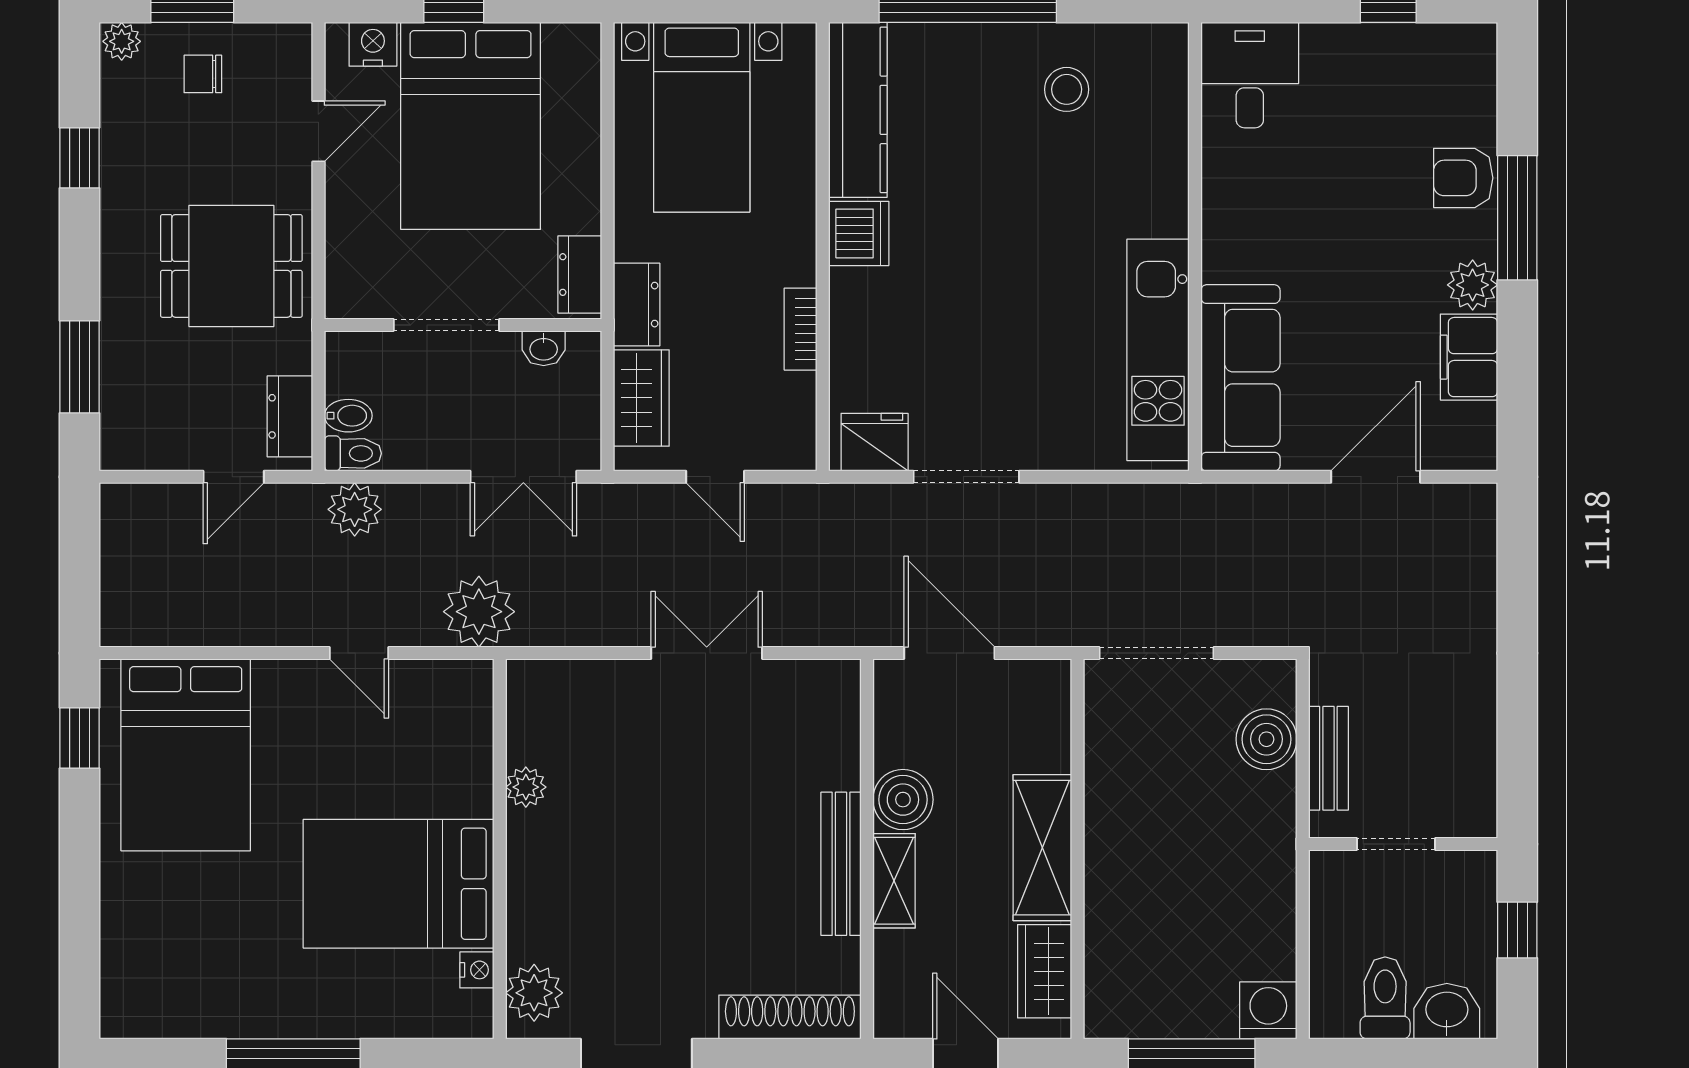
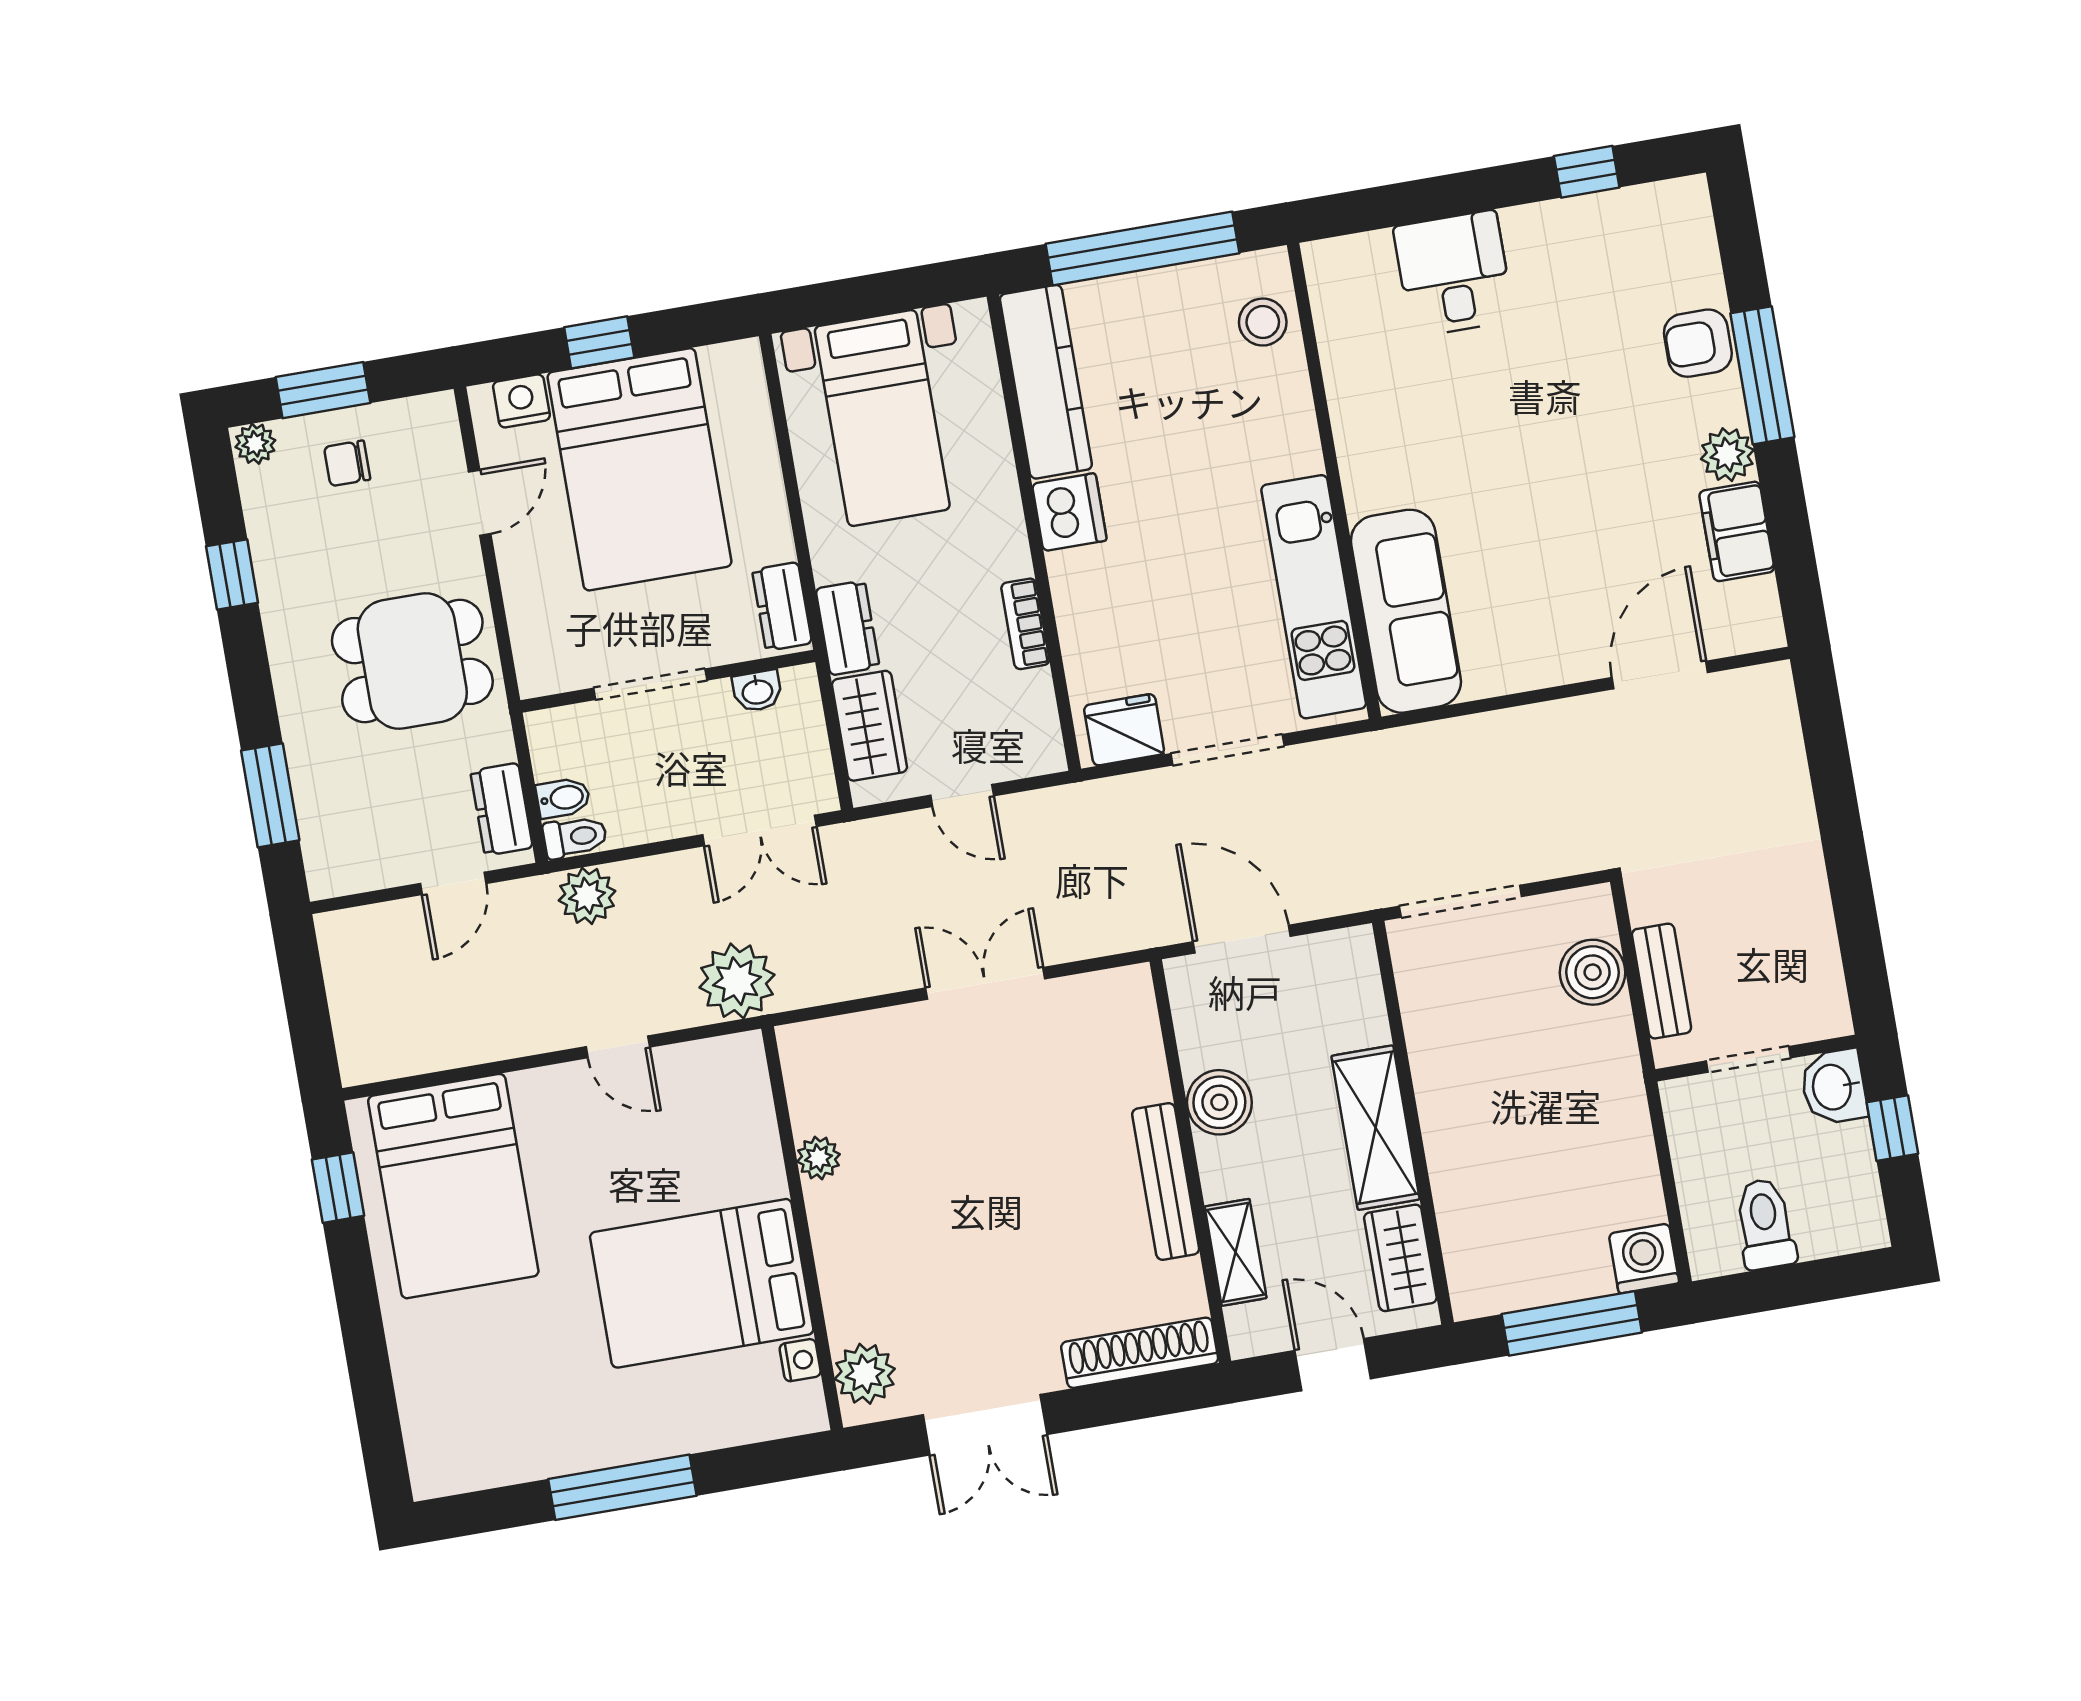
wall: (1195, 247) -> (1334, 481), moved
kitchen unit: (1158, 350) -> (1314, 597), moved
sofa: (1240, 378) -> (1406, 611), moved
shelving: (894, 881) -> (1236, 1252), moved
washbasin: (1447, 1011) -> (1834, 1087), moved, turned -90

